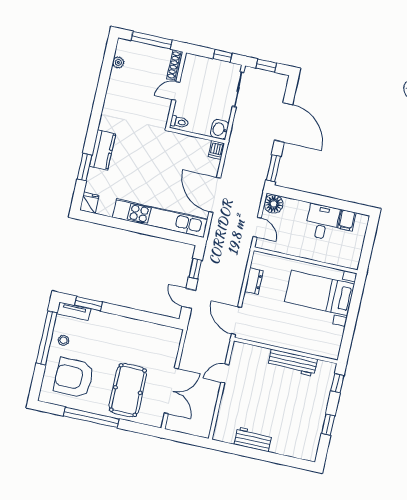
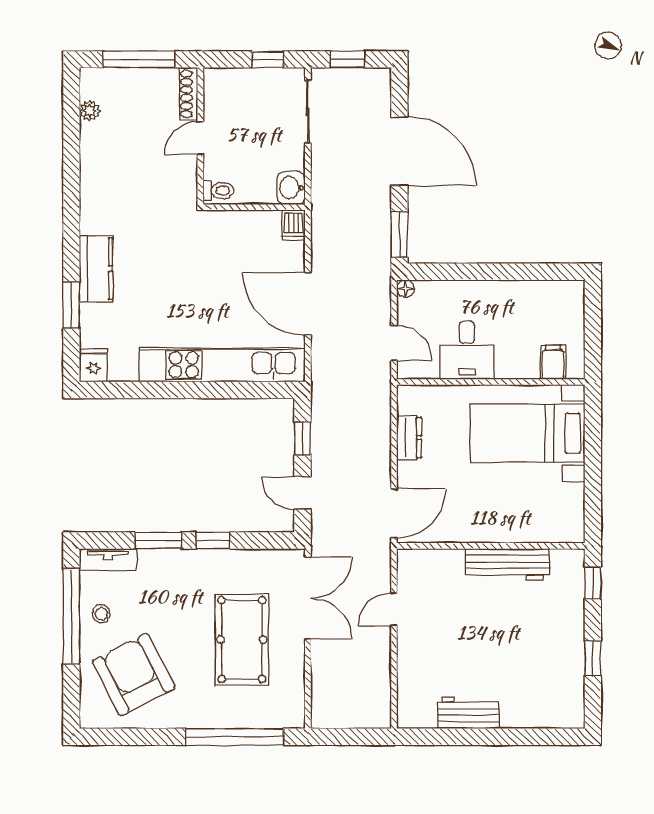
floor lamp: (274, 204) -> (405, 289), width x0.53, depth x0.53
filing cabinet: (347, 220) -> (553, 362), moved, turned 180
desk: (322, 222) -> (467, 350), moved, turned 180
window: (88, 304) -> (158, 541), moved
window: (134, 314) -> (213, 541), added
door: (236, 321) -> (394, 513), swing flipped
armchair: (74, 378) -> (134, 675), turned 63
pool table: (128, 390) -> (242, 640), moved
double door: (171, 391) -> (308, 598), moved
window: (91, 417) -> (235, 737), moved

